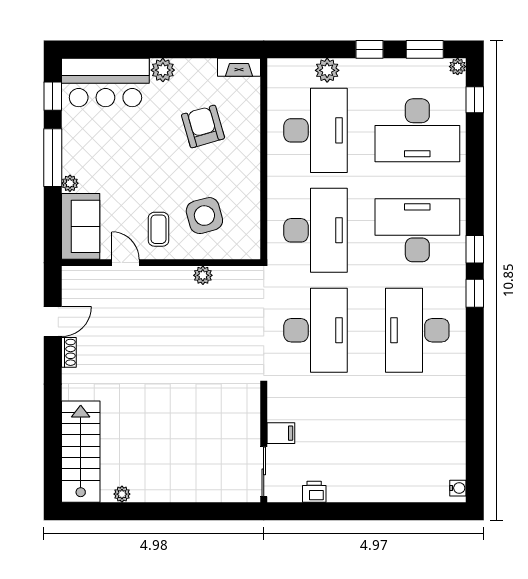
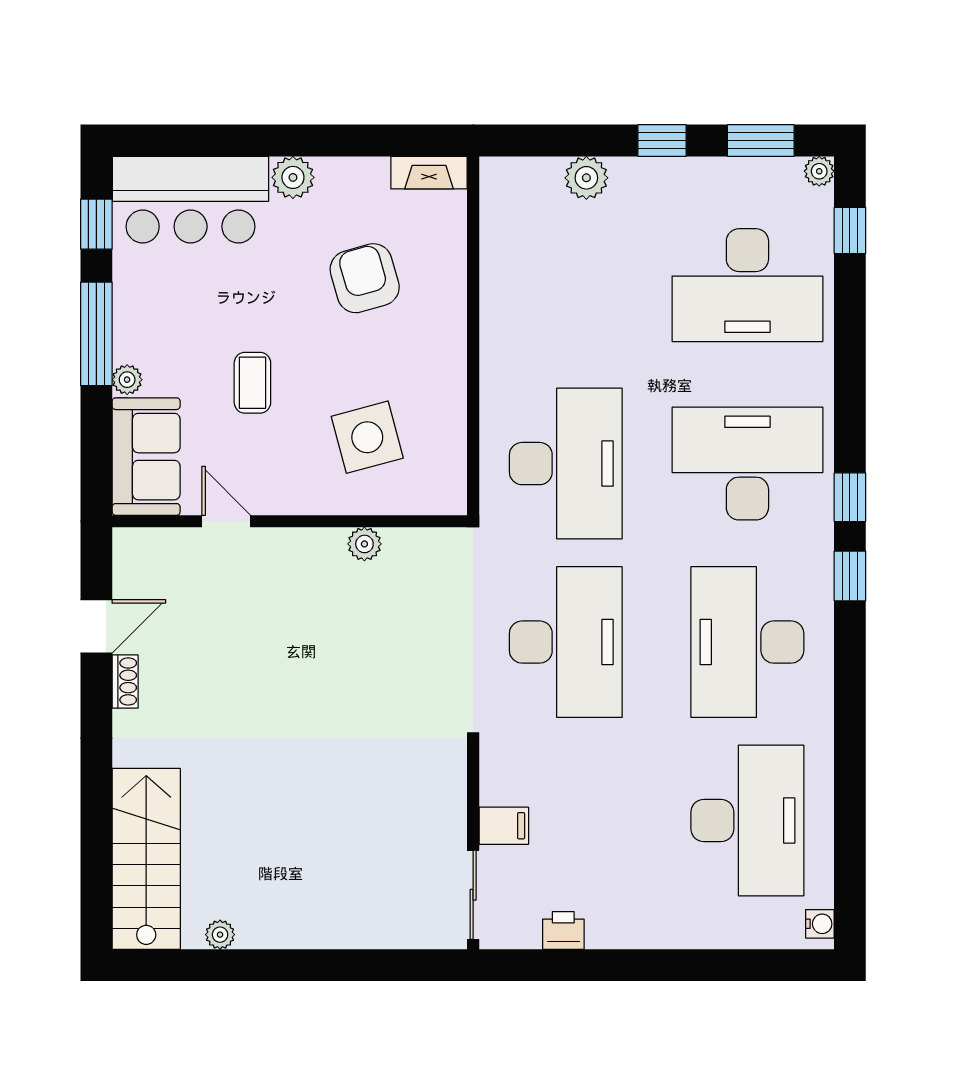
desk: (316, 130) -> (747, 820), moved
coffee table: (158, 229) -> (252, 383), moved

